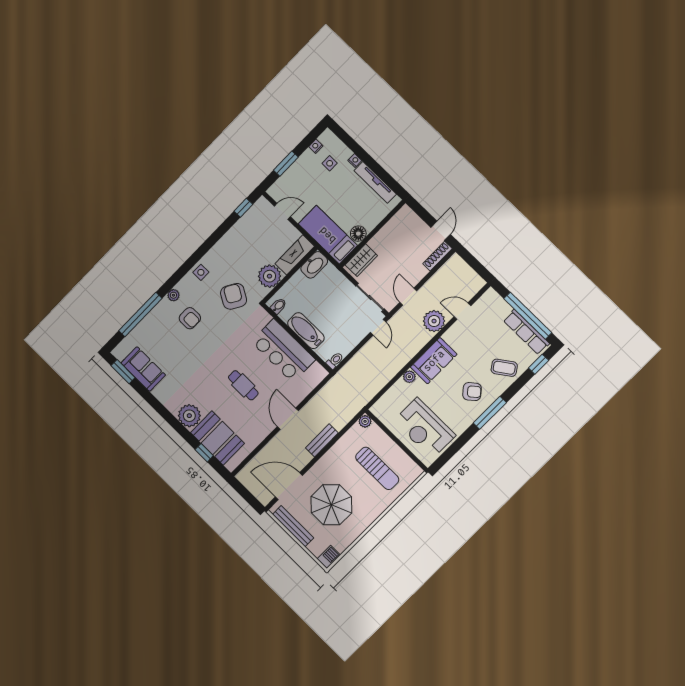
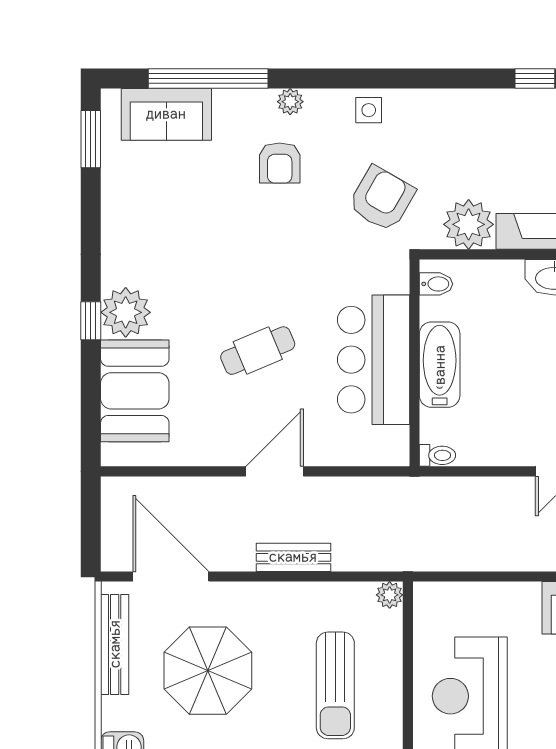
sofa: (143, 369) -> (166, 114), moved, turned 90
plant: (409, 377) -> (526, 595), removed
cafe table: (243, 385) -> (258, 351), turned 67
window: (204, 453) -> (91, 321), moved

